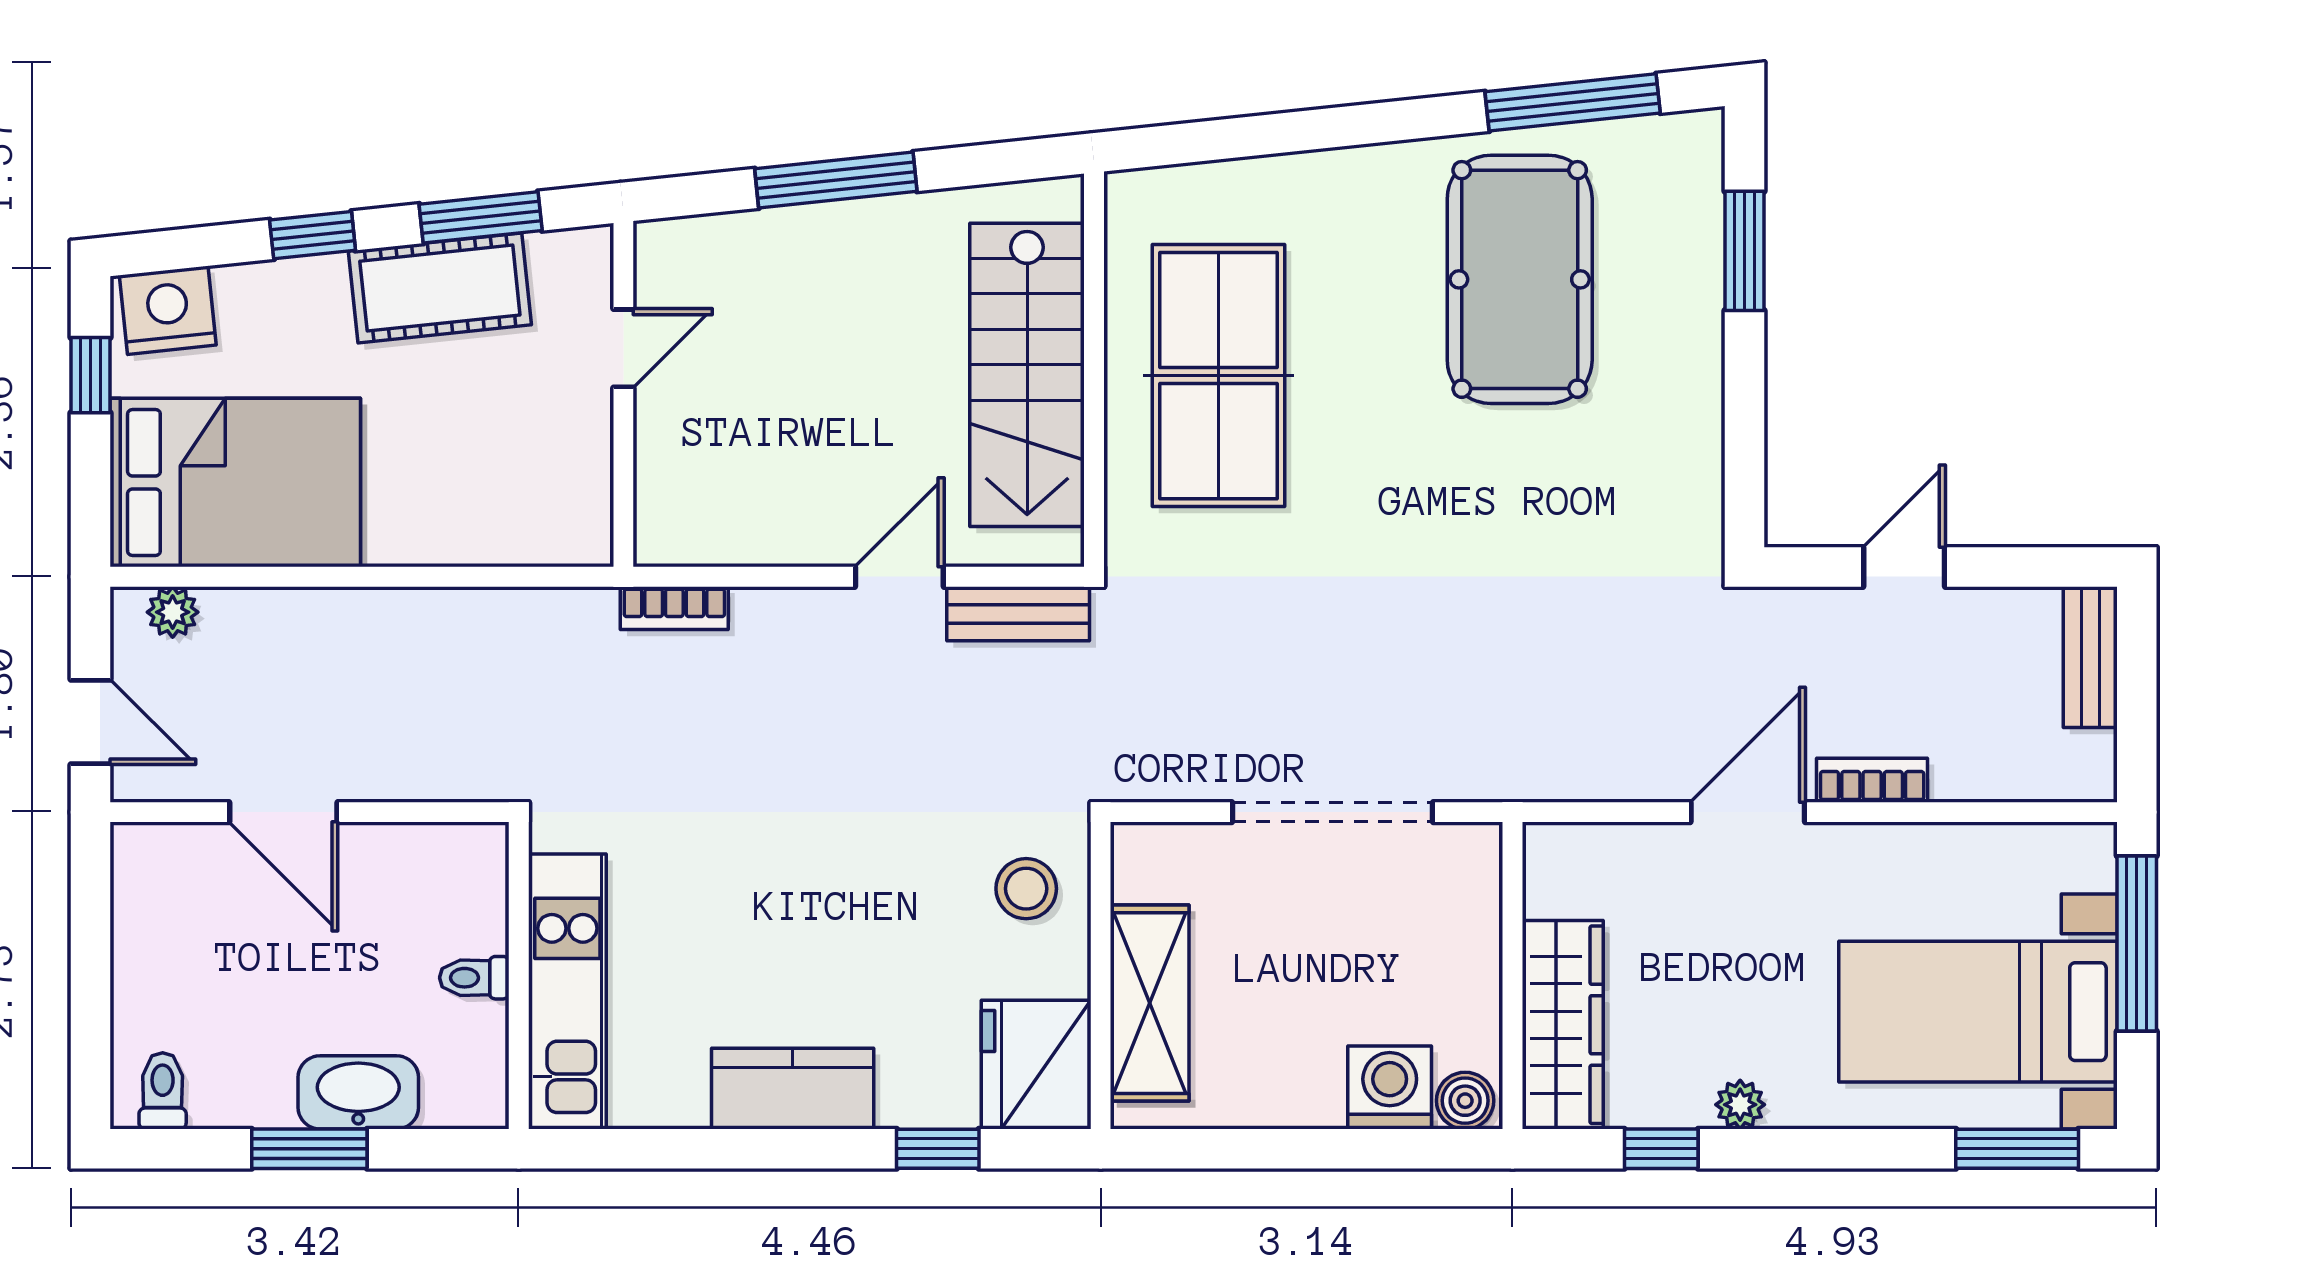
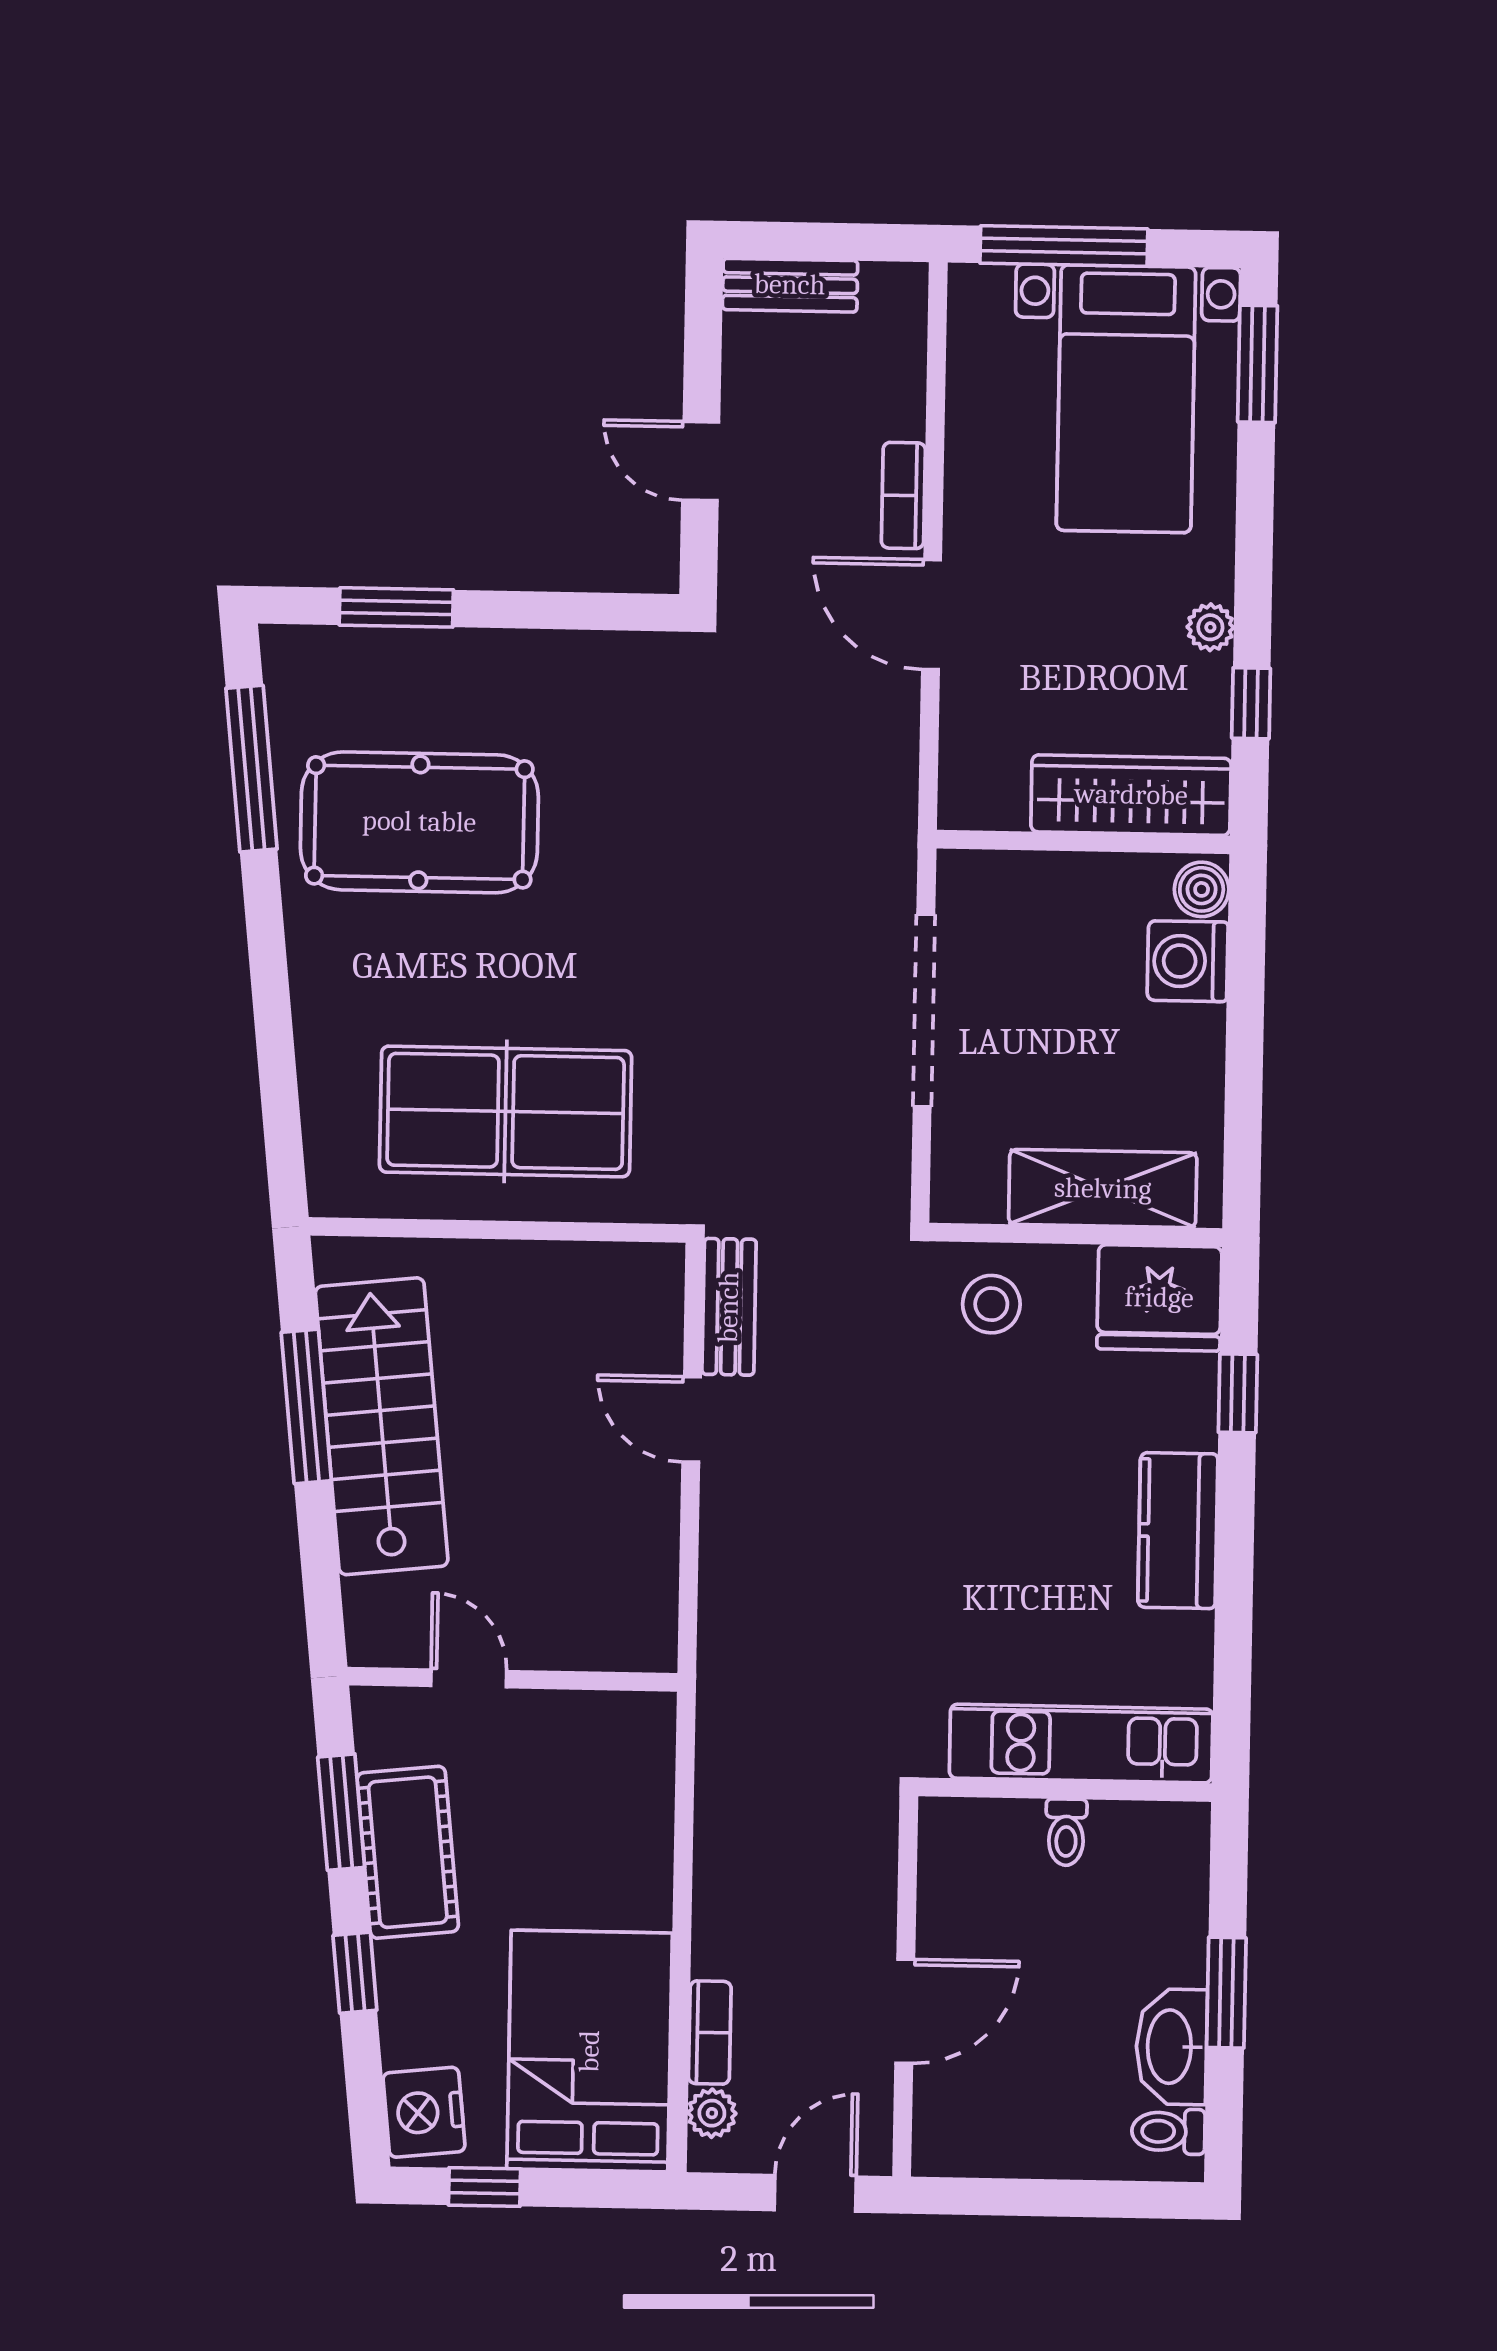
window: (836, 180) -> (306, 1406), moved
stairs: (1027, 375) -> (382, 1426), moved, turned -96
bookcase: (674, 608) -> (710, 2032), moved
washbasin: (358, 1092) -> (1171, 2047), moved

